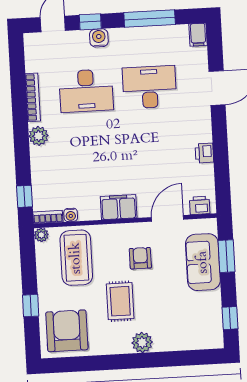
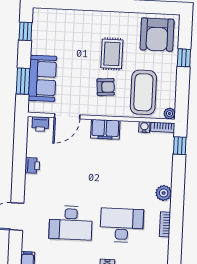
bookcase: (33, 97) -> (165, 224), width x0.64
armchair: (140, 258) -> (106, 87), moved, turned -94
plant: (142, 342) -> (98, 19), removed

